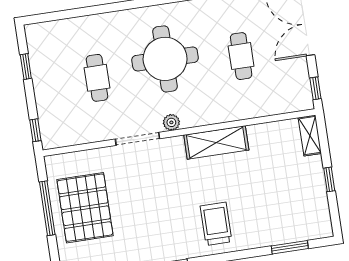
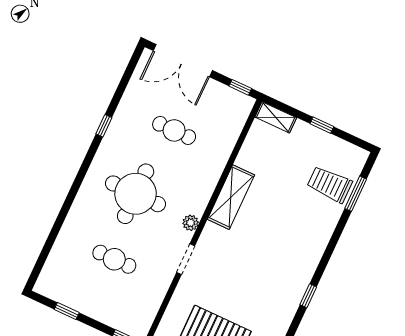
doorway: (137, 139) -> (186, 259), width x0.73
trolley: (216, 224) -> (330, 184), moved

